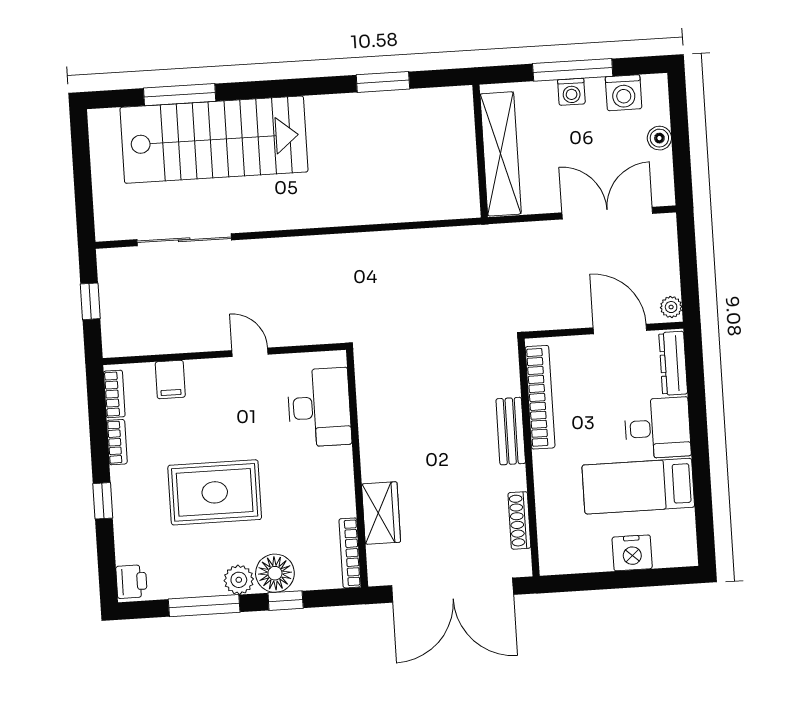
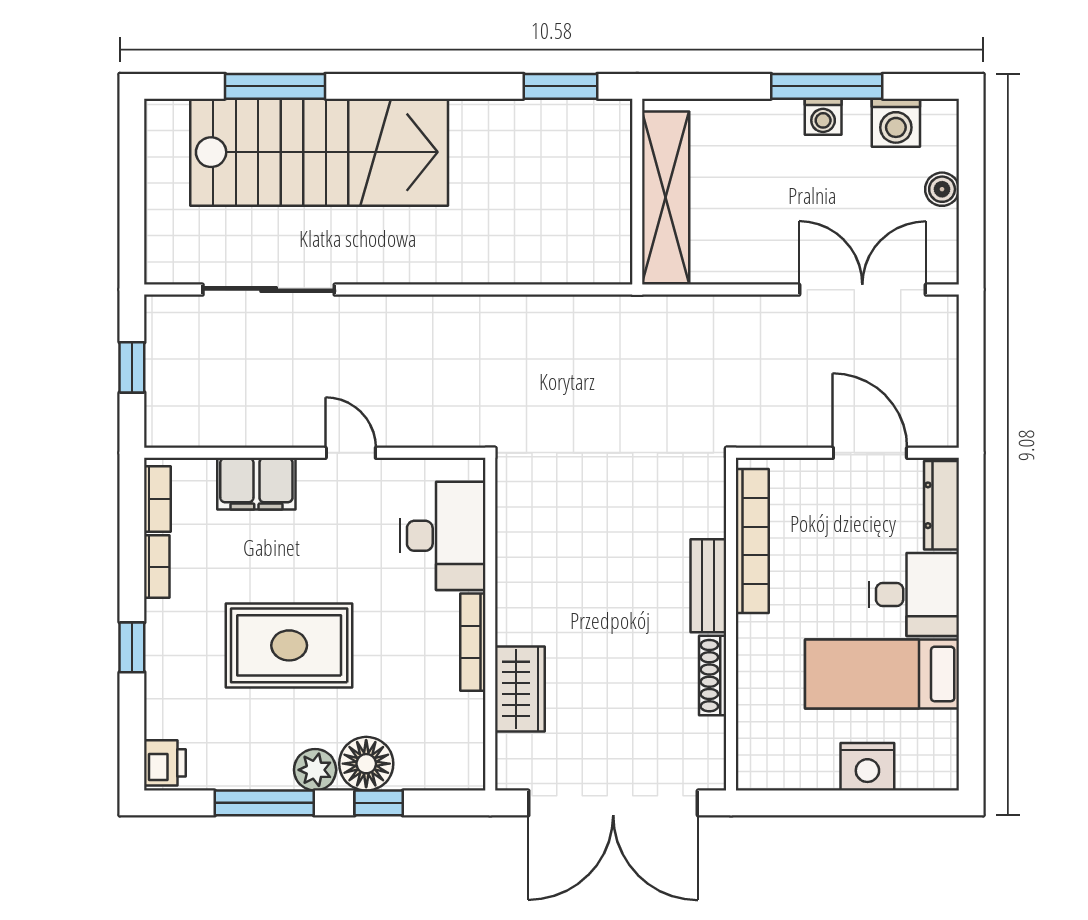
wall: (480, 151) -> (637, 192), moved
shelving: (501, 154) -> (666, 197), moved
plant: (671, 307) -> (944, 426), removed
filing cabinet: (170, 380) -> (256, 484), width x2.00
shoe rack: (519, 520) -> (713, 676), moved
bookcase: (350, 553) -> (473, 642), moved

